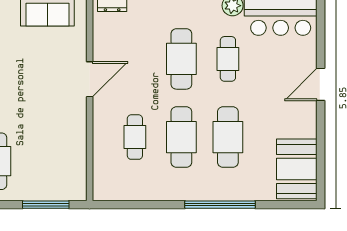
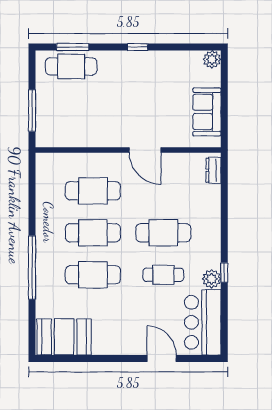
door: (321, 84) -> (162, 358), moved
cafe table: (135, 137) -> (93, 191), width x1.37, depth x1.35

